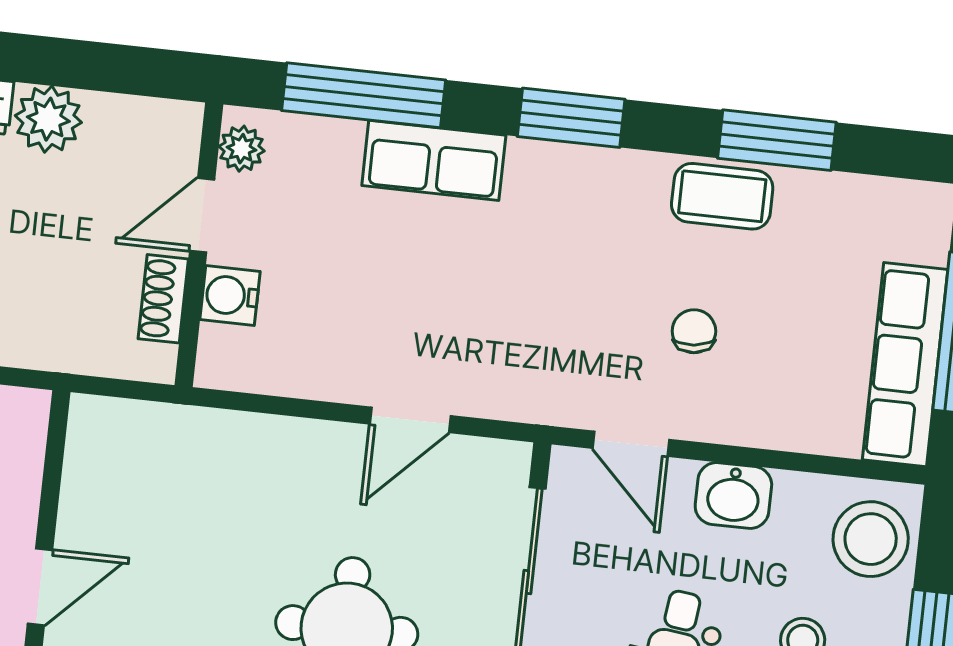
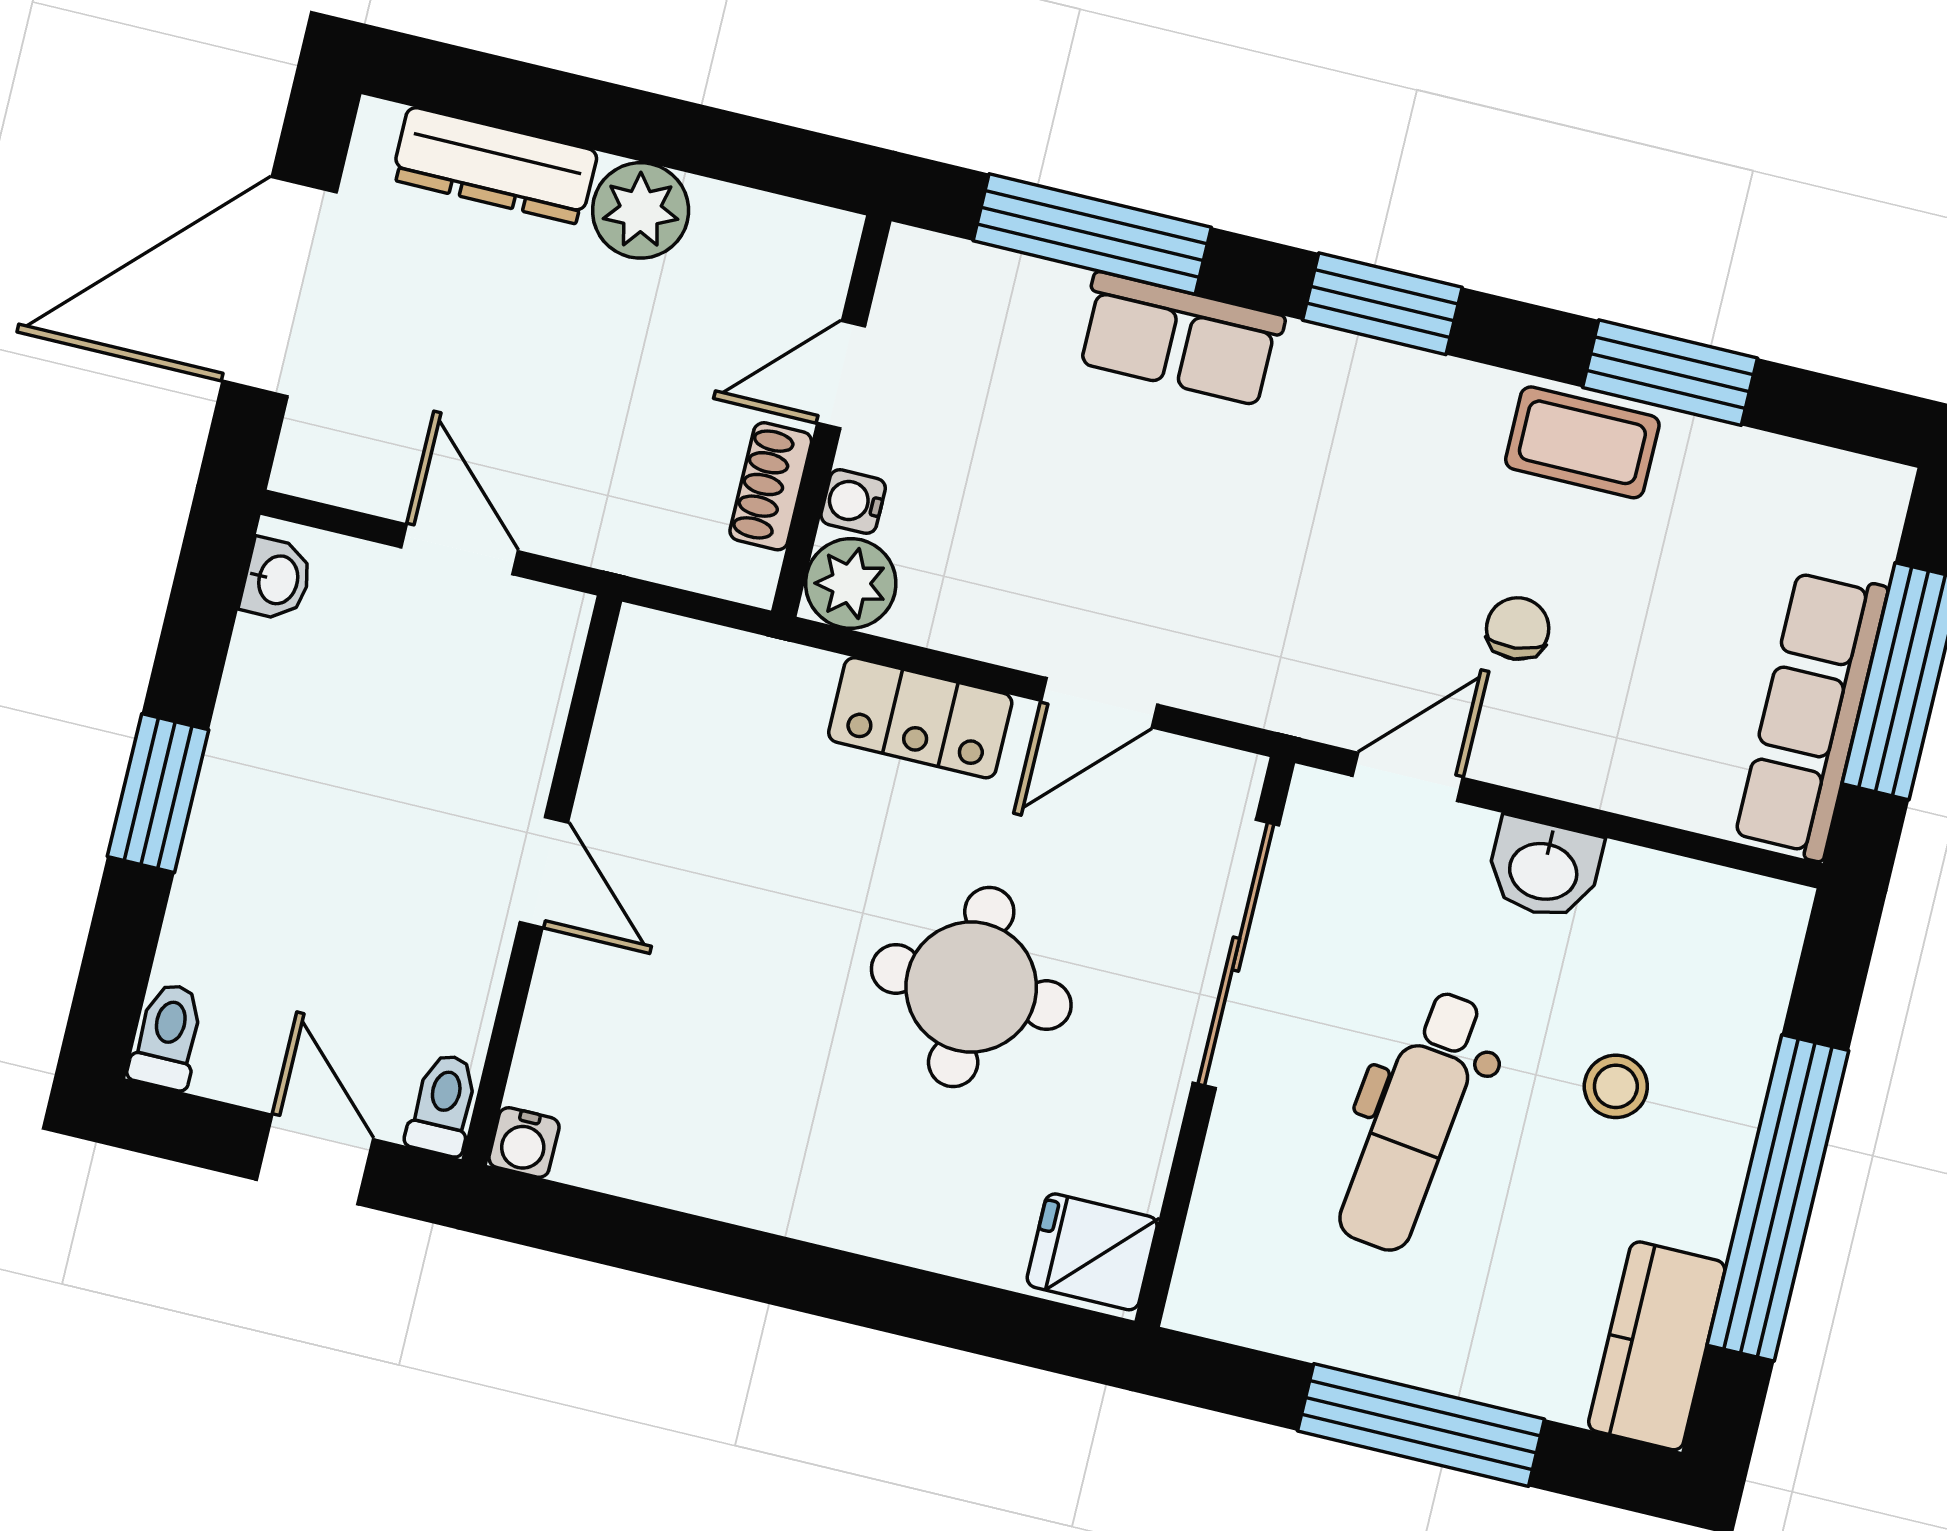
plant: (242, 149) -> (851, 583), moved, width x1.38, depth x1.38
water cooler: (230, 295) -> (853, 502), width x0.72, depth x0.72
door: (631, 444) -> (1408, 777), swing flipped
locker: (287, 446) -> (920, 718), added
stool: (871, 539) -> (1731, 955), removed
door: (40, 587) -> (544, 872), hinge flipped

